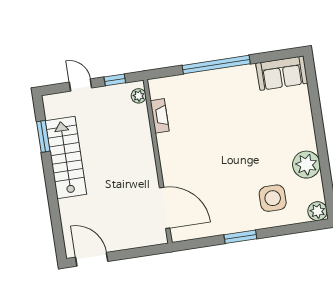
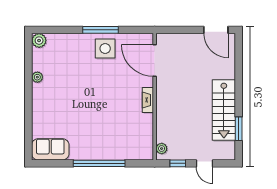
fireplace: (160, 116) -> (148, 100), moved
plant: (306, 165) -> (37, 77), width x0.53, depth x0.53
side table: (273, 198) -> (105, 48), moved
window: (240, 237) -> (100, 30), width x1.44

